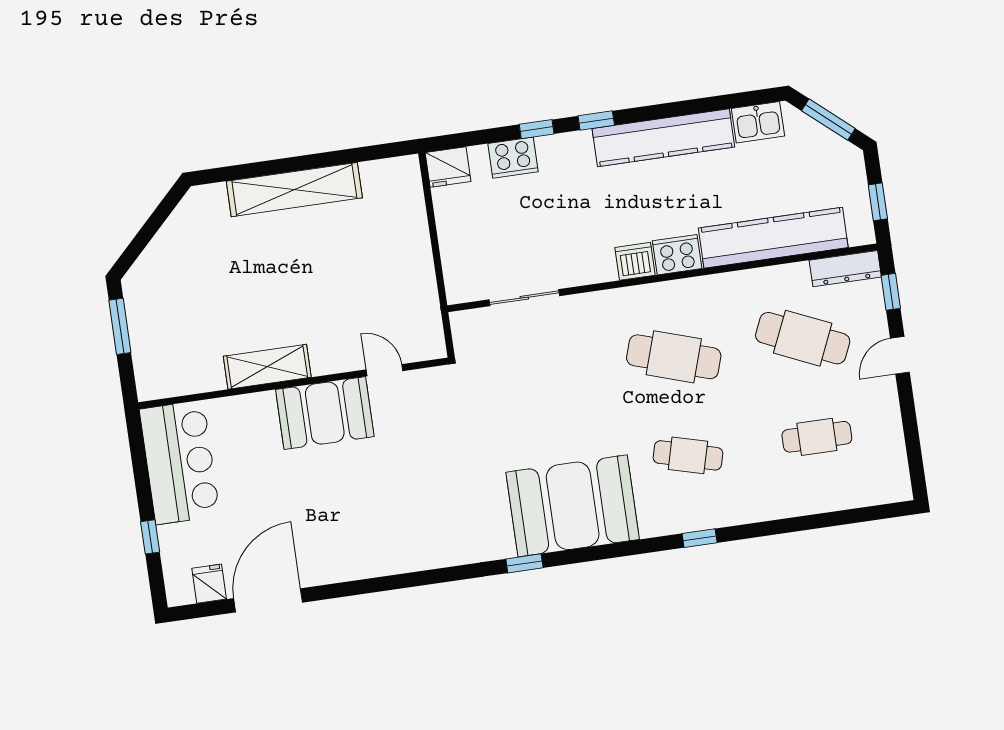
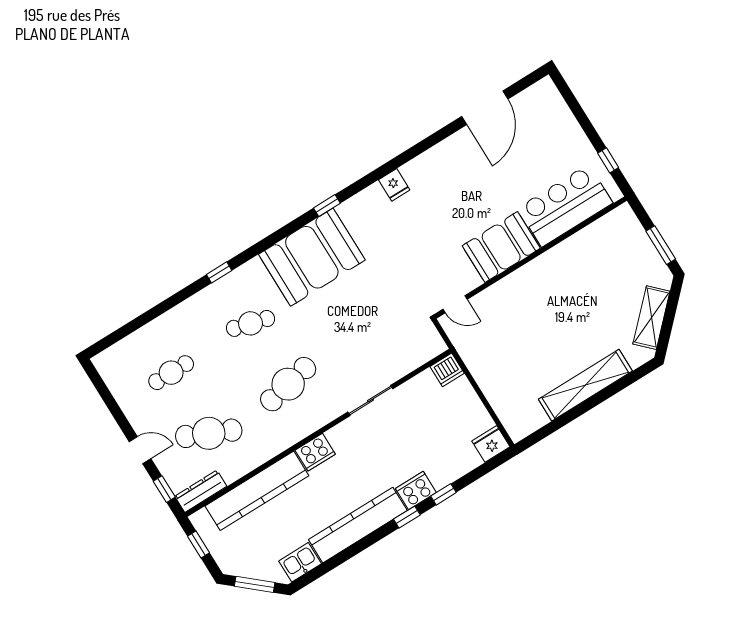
cooker: (513, 158) -> (416, 490), moved
dishwasher: (635, 261) -> (447, 370), moved
sliding door: (524, 298) -> (370, 400), moved
door: (900, 355) -> (140, 450), hinge flipped
cafe table: (674, 357) -> (288, 384), turned -30
shelving: (267, 367) -> (651, 318), moved, turned -45
door: (384, 370) -> (455, 304), moved
bar counter: (180, 462) -> (565, 206), moved, turned 90
window: (150, 537) -> (608, 160), moved
fridge: (209, 584) -> (394, 185), moved

